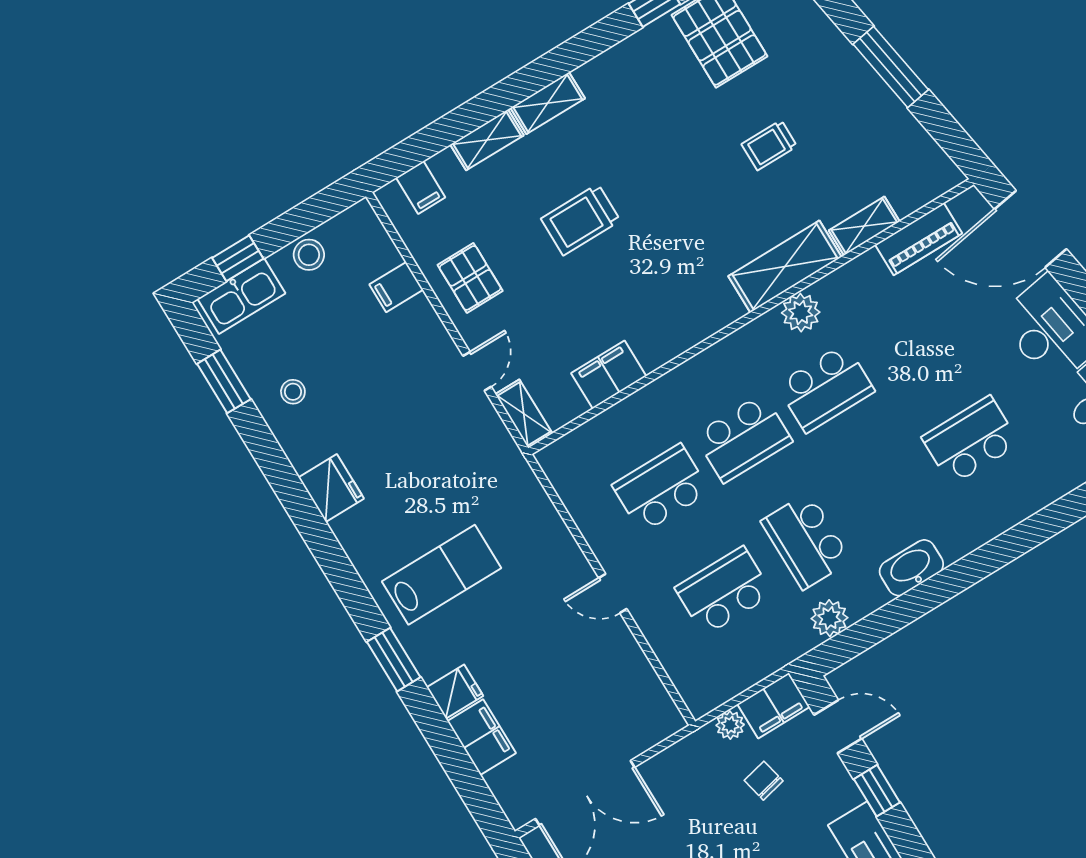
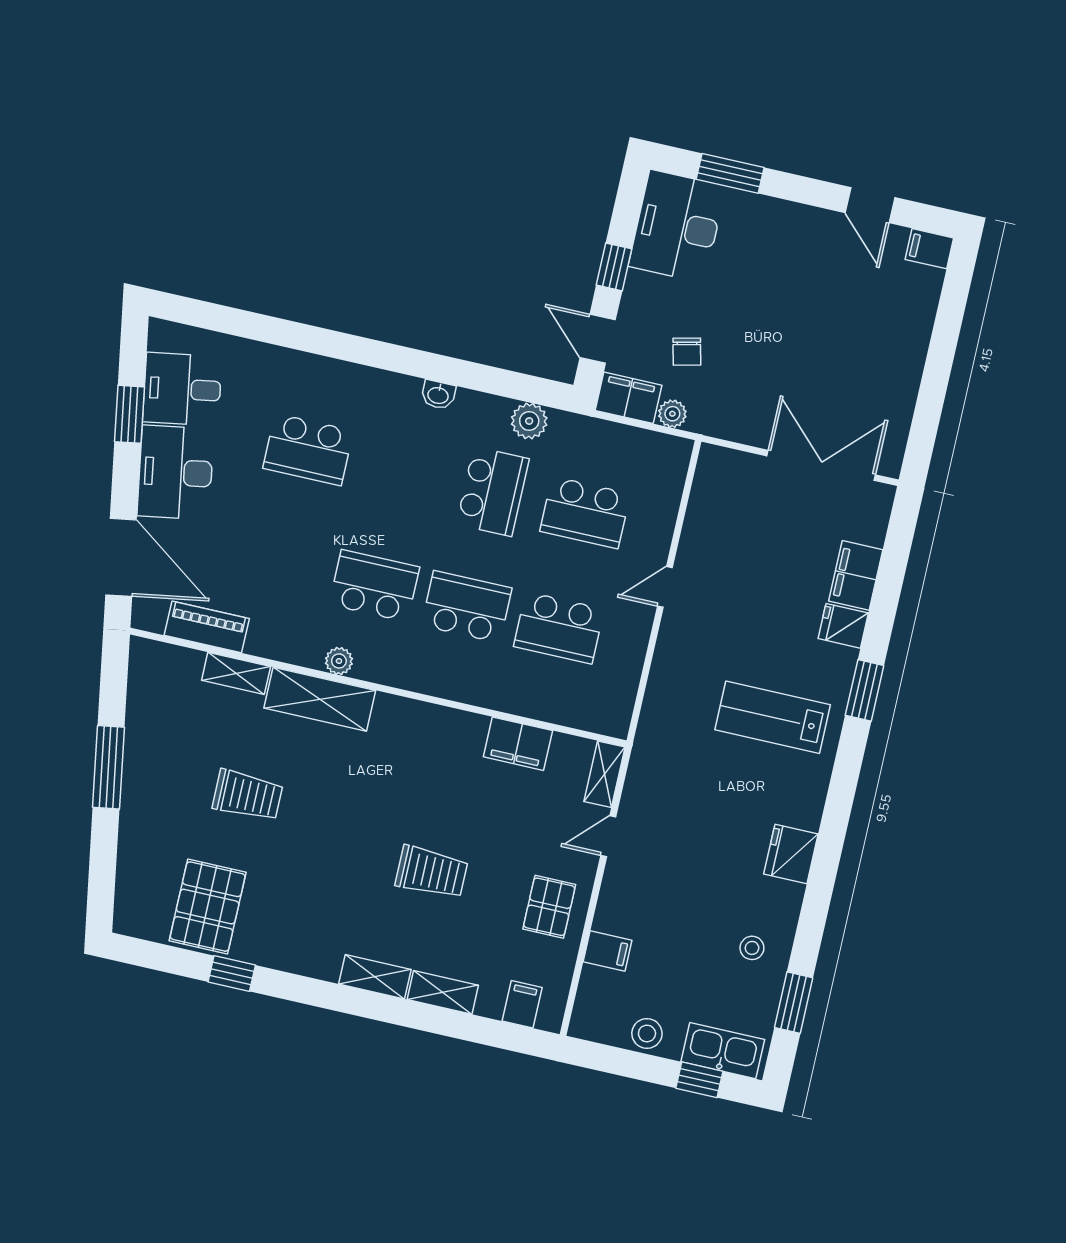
trolley: (769, 145) -> (248, 795), width x1.36, depth x1.39
plant: (801, 313) -> (339, 661), width x0.73, depth x0.73
washbasin: (911, 568) -> (438, 395), width x0.52, depth x0.69
door: (613, 593) -> (665, 587), swing flipped

